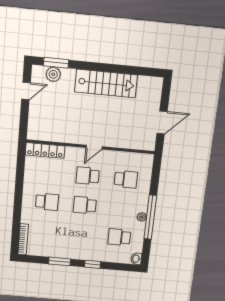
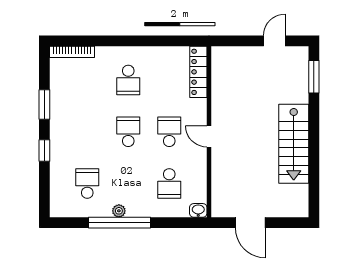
plant: (53, 74) -> (299, 74), removed
door: (26, 91) -> (274, 41), swing flipped
washbasin: (136, 259) -> (198, 210), moved

